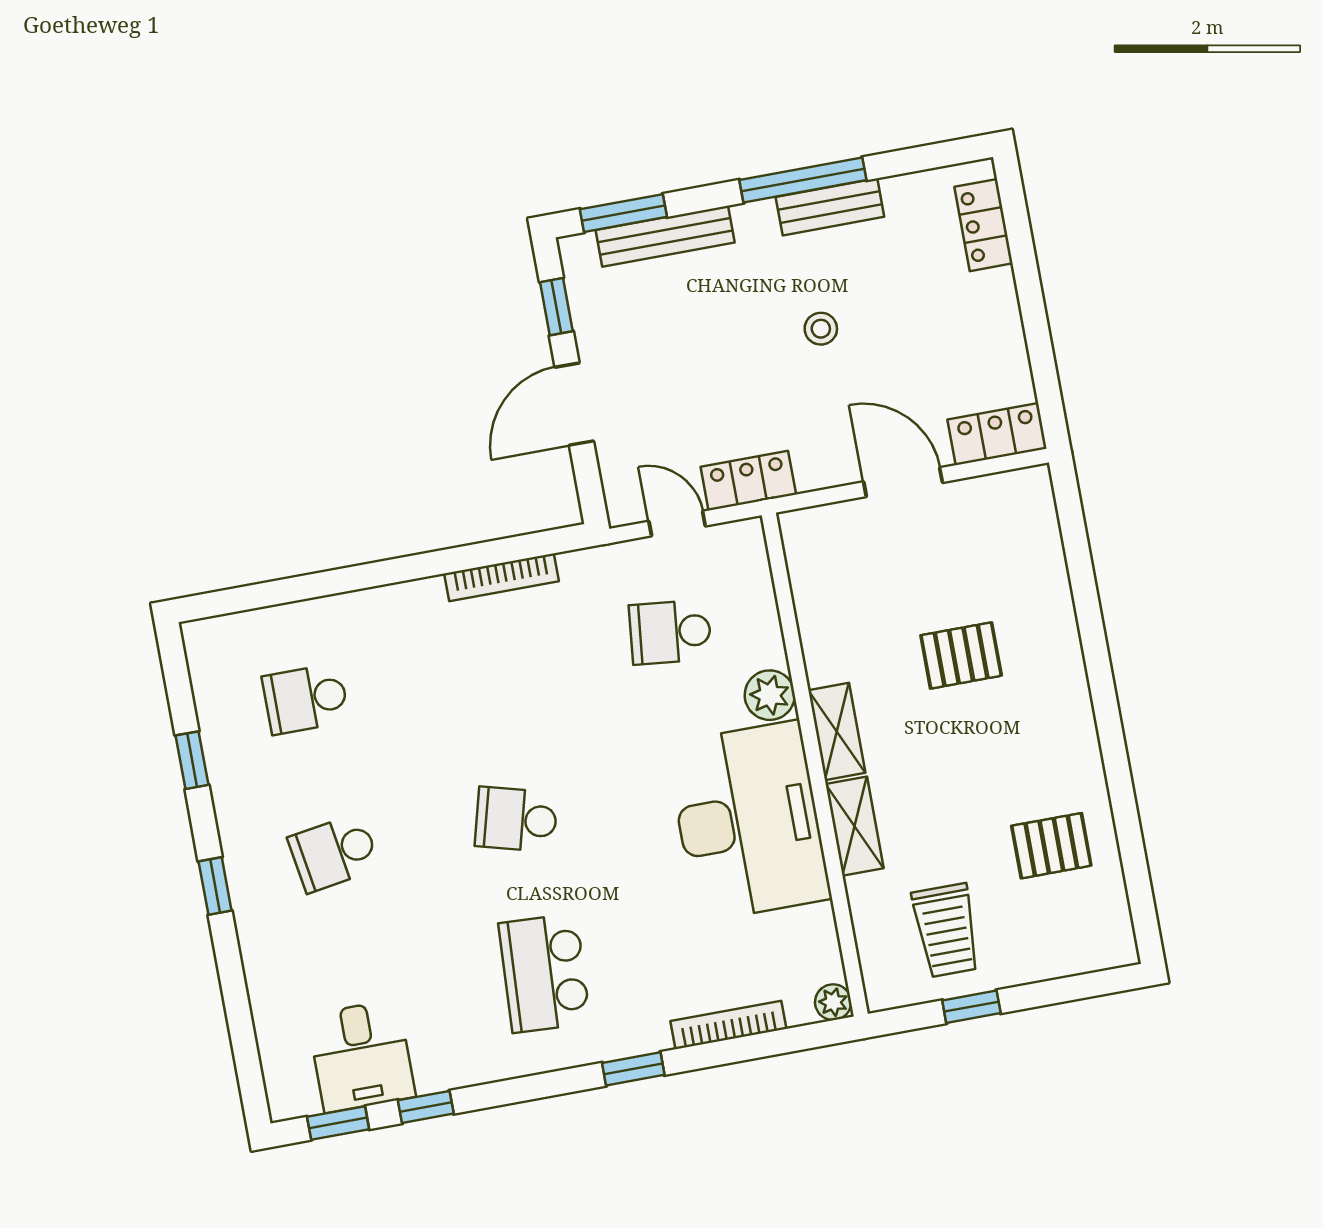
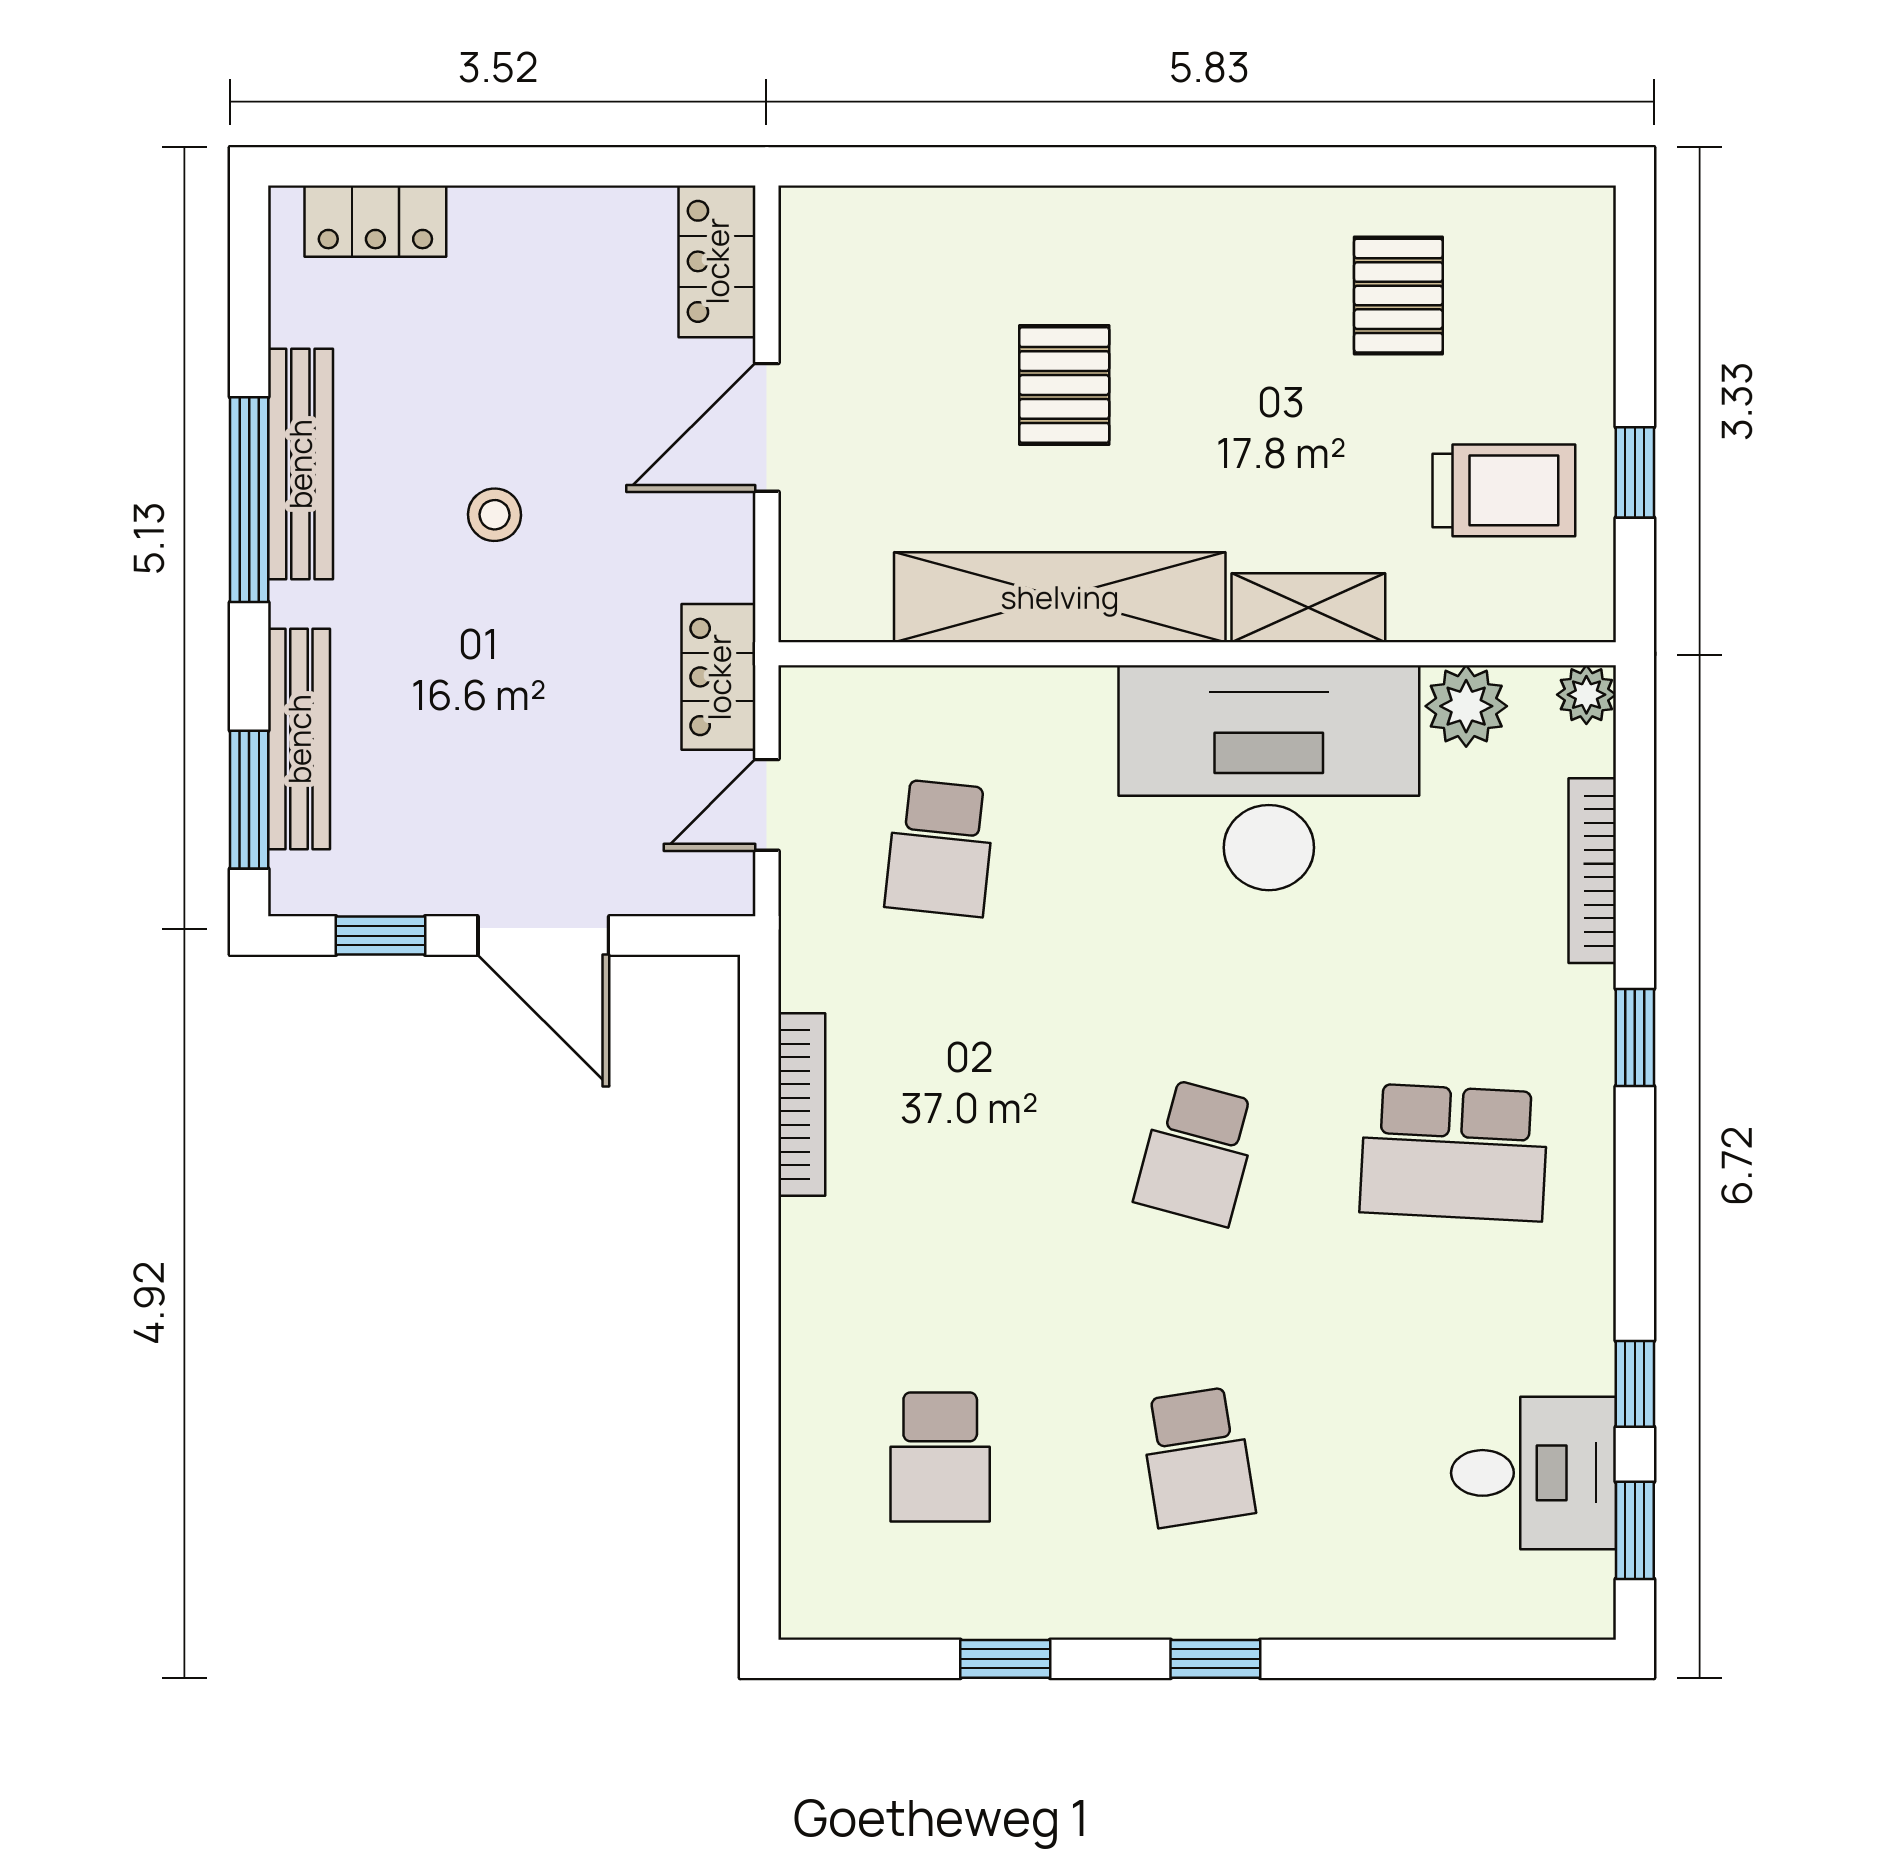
bench: (830, 207) -> (300, 464), width x1.36
plant: (770, 695) -> (1466, 706), moved
shelving: (837, 731) -> (1060, 597), width x2.20, depth x1.33

